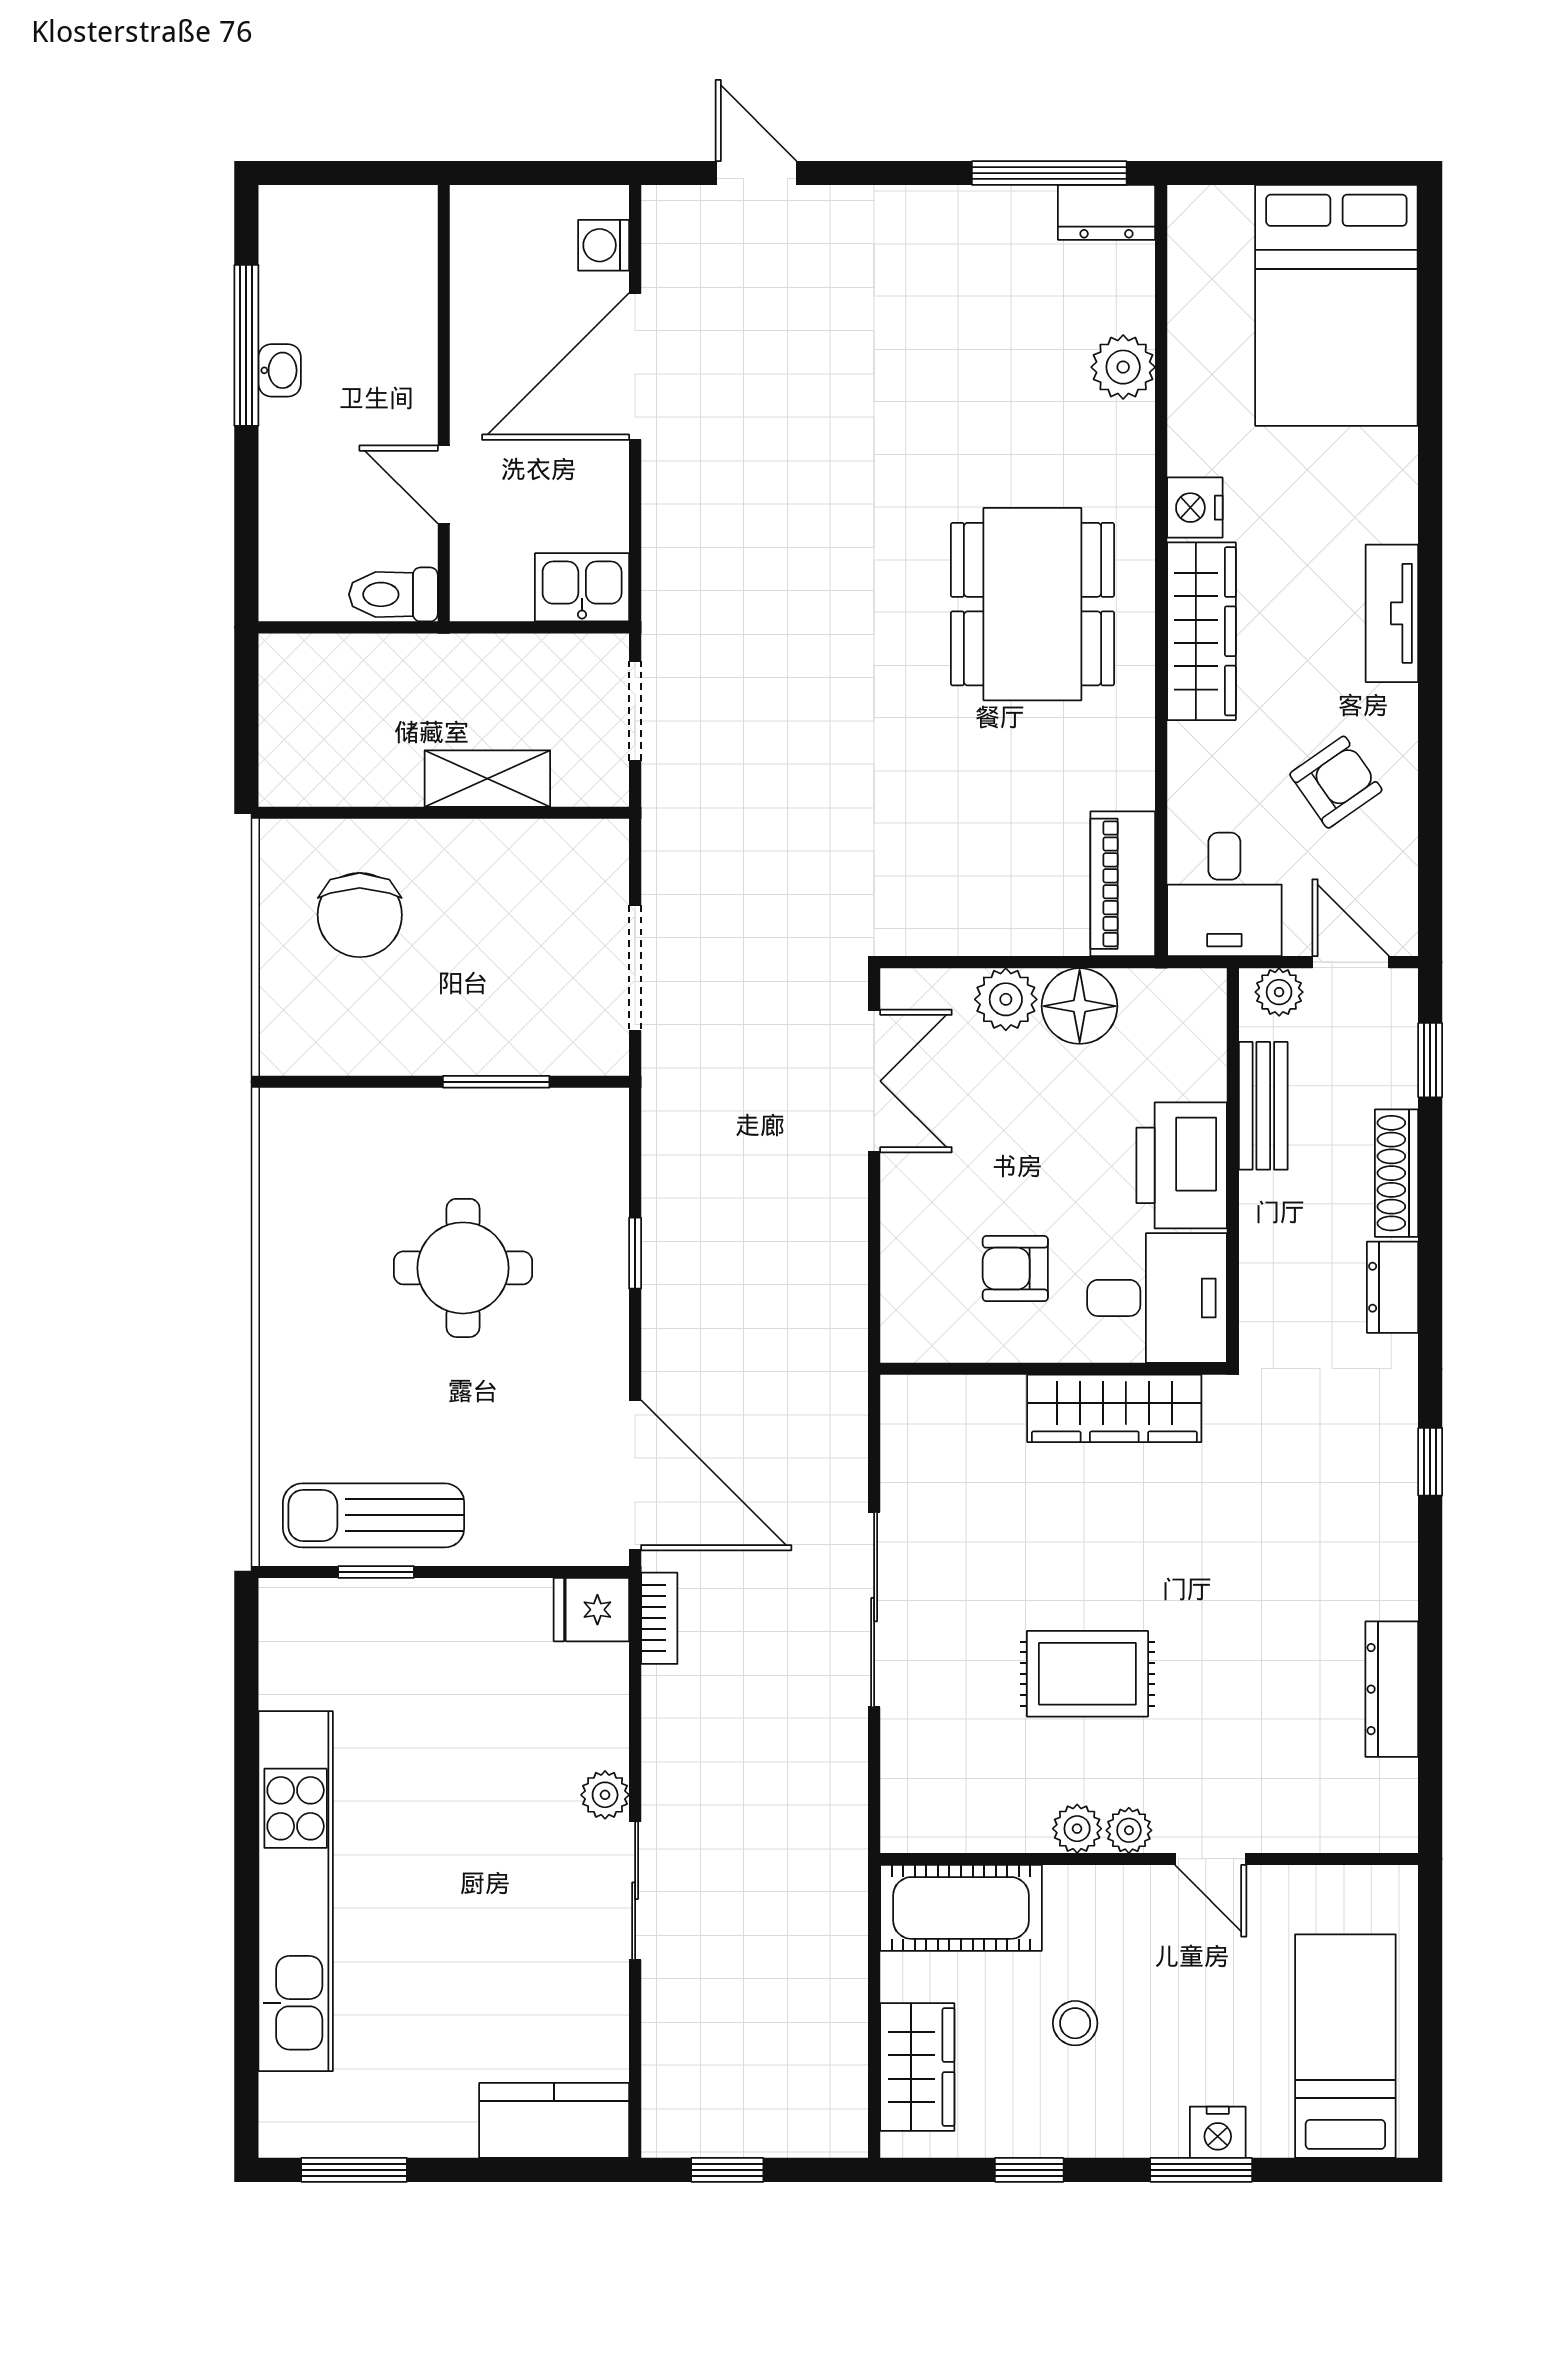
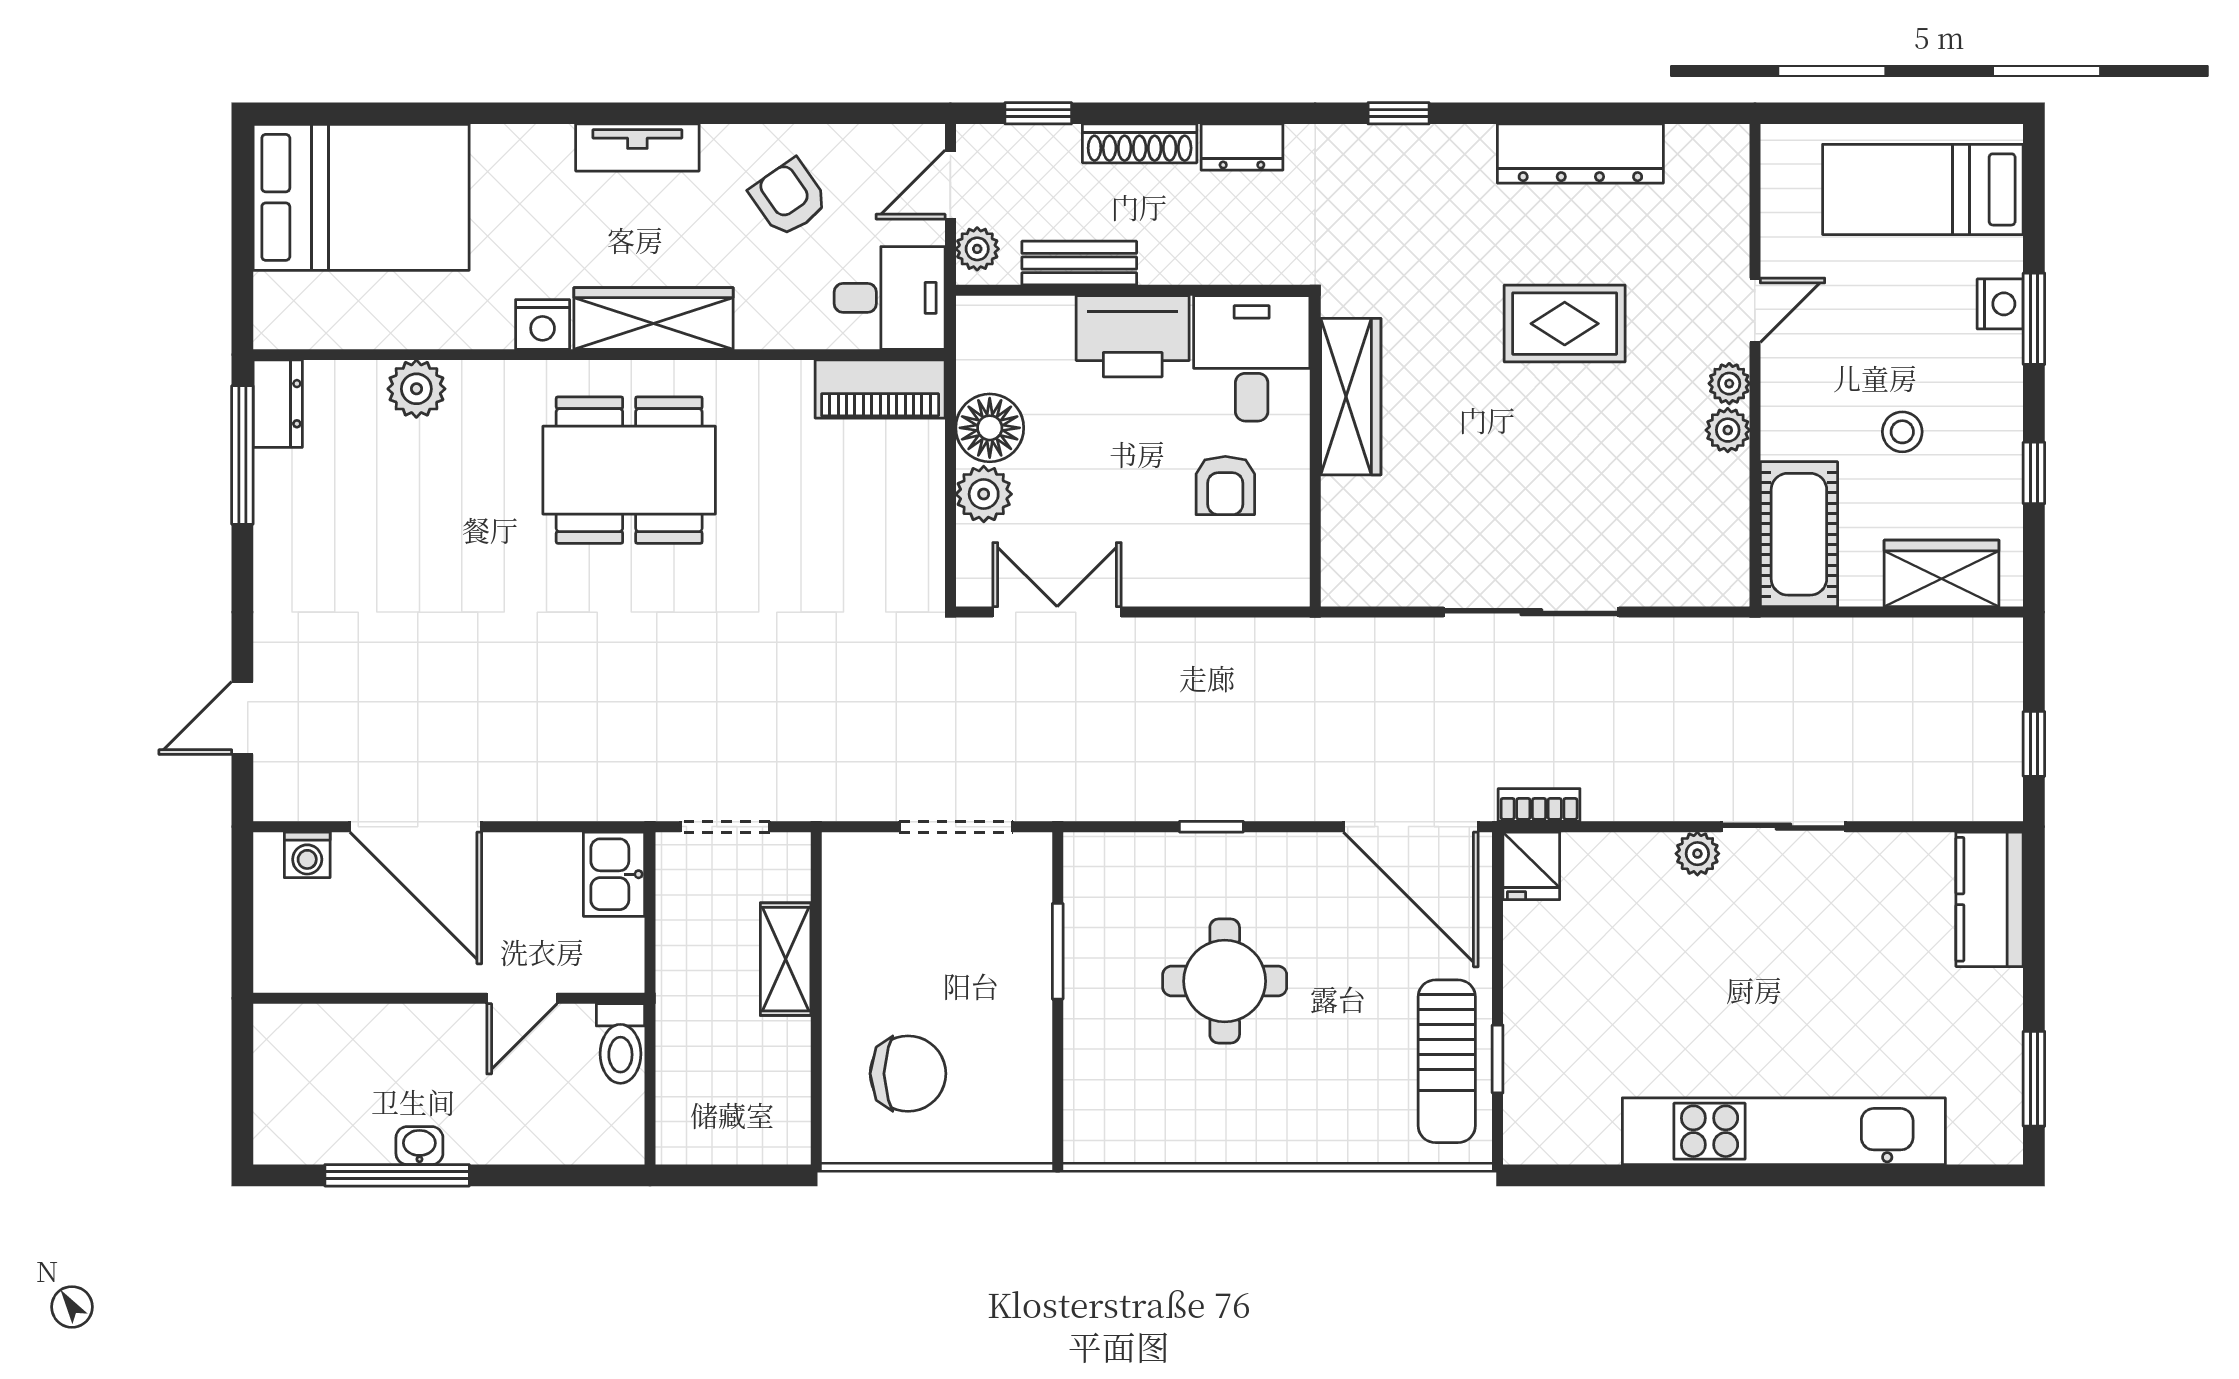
door: (635, 1475) -> (1411, 827), swing flipped
rug: (1087, 1674) -> (1565, 324), moved, turned 90
dresser: (1392, 1689) -> (1580, 154), width x1.37, depth x1.24

